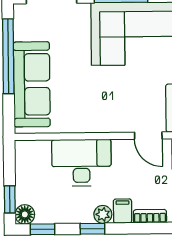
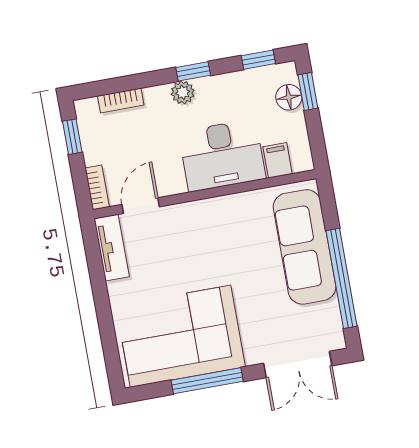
door: (148, 136) -> (141, 206), hinge flipped
filing cabinet: (123, 211) -> (278, 160), moved, turned 180
floor lamp: (25, 214) -> (289, 97), moved

